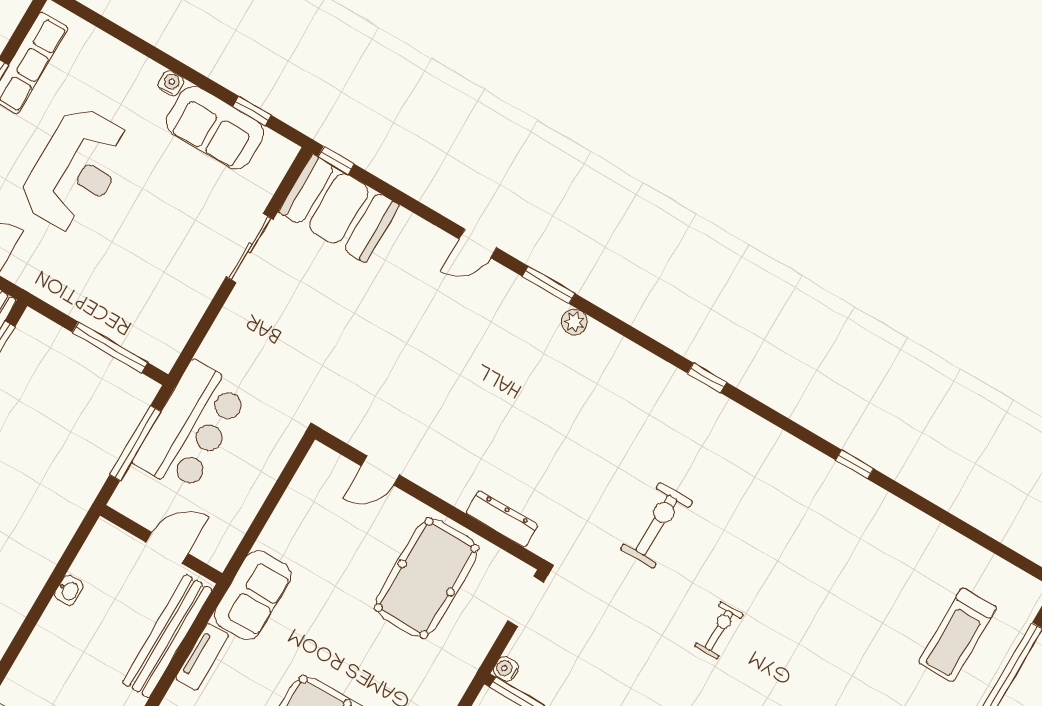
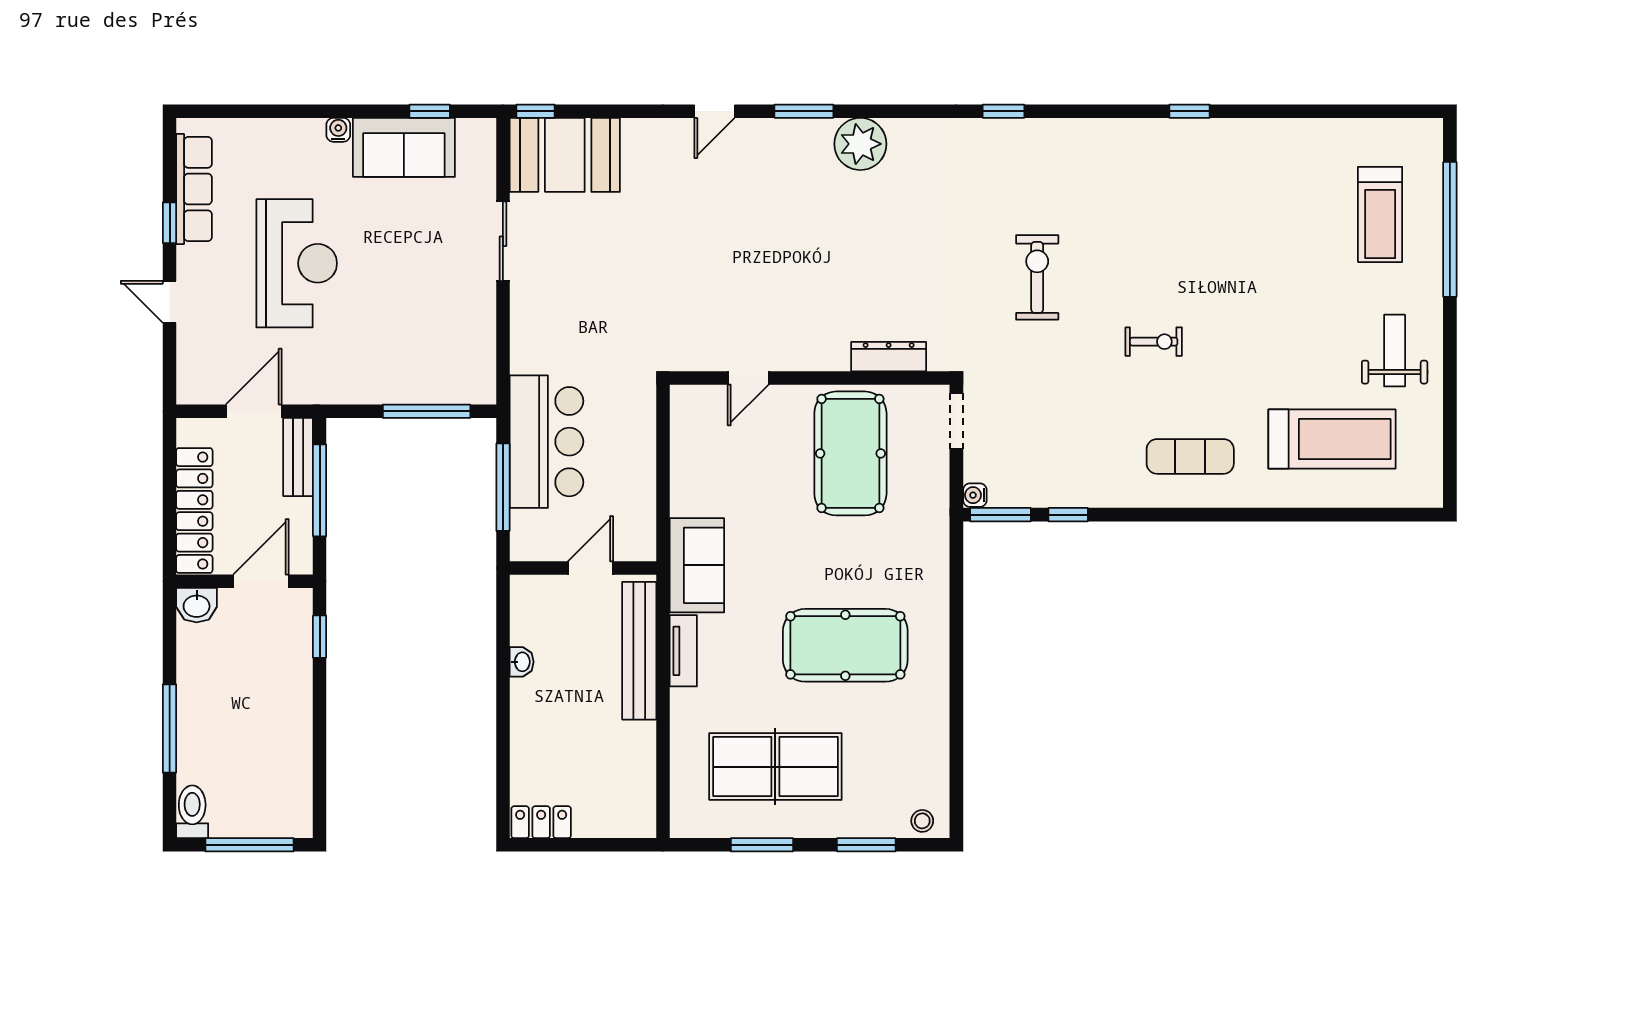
plant: (574, 322) -> (860, 144), width x1.88, depth x1.88
exercise bike: (719, 630) -> (1154, 342), turned 90

